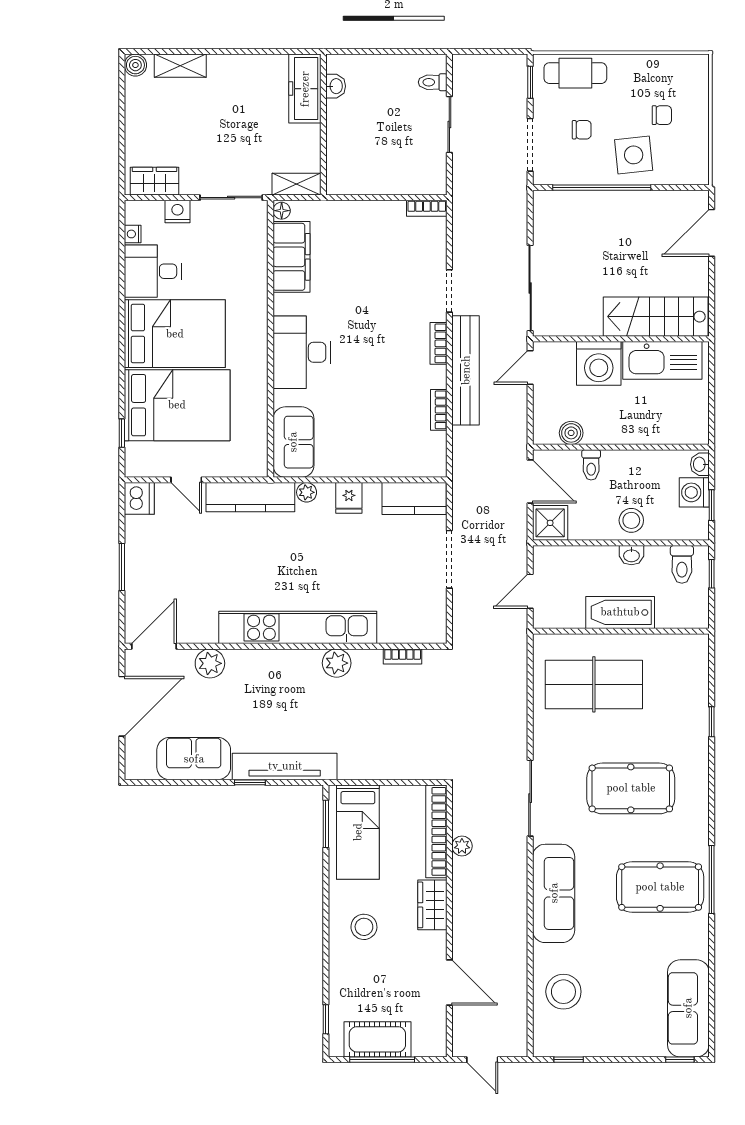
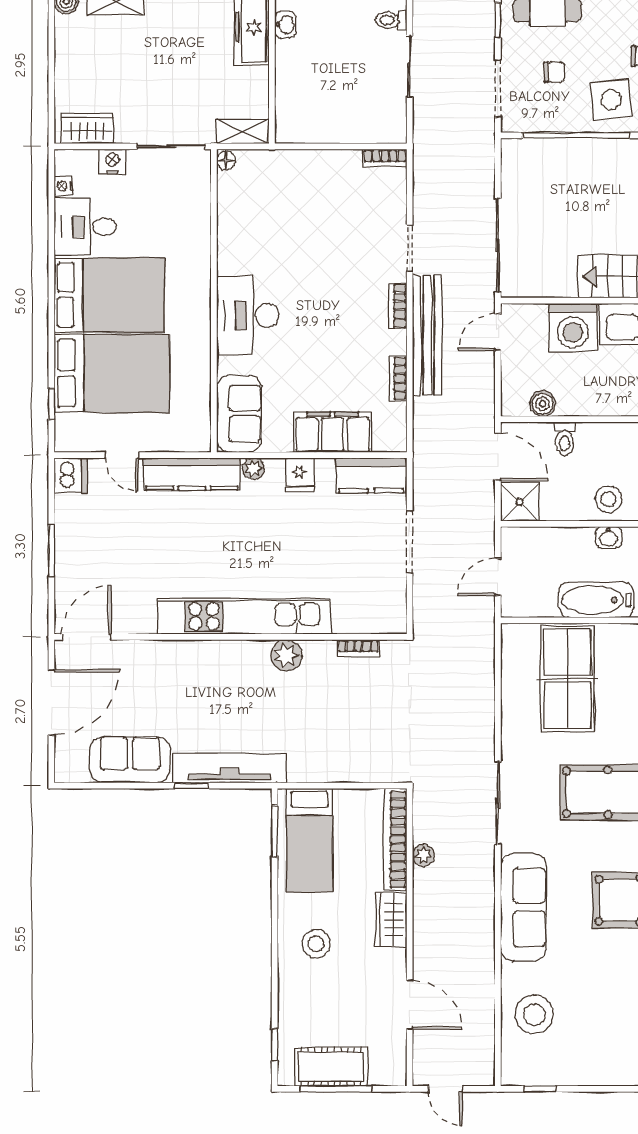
filing cabinet: (291, 257) -> (333, 432), moved, turned -90
plant: (210, 663) -> (148, 656), removed
table tennis table: (594, 684) -> (568, 679), turned 90

